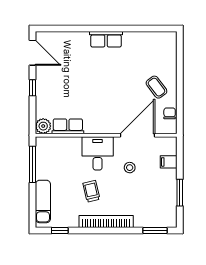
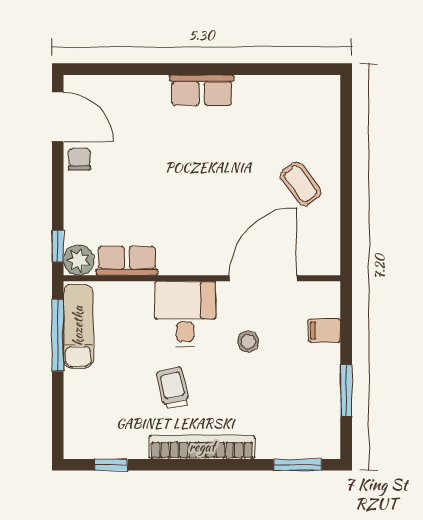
window: (33, 88) -> (58, 246), moved
chair: (170, 113) -> (79, 159), moved
exam couch: (43, 201) -> (78, 326), moved

